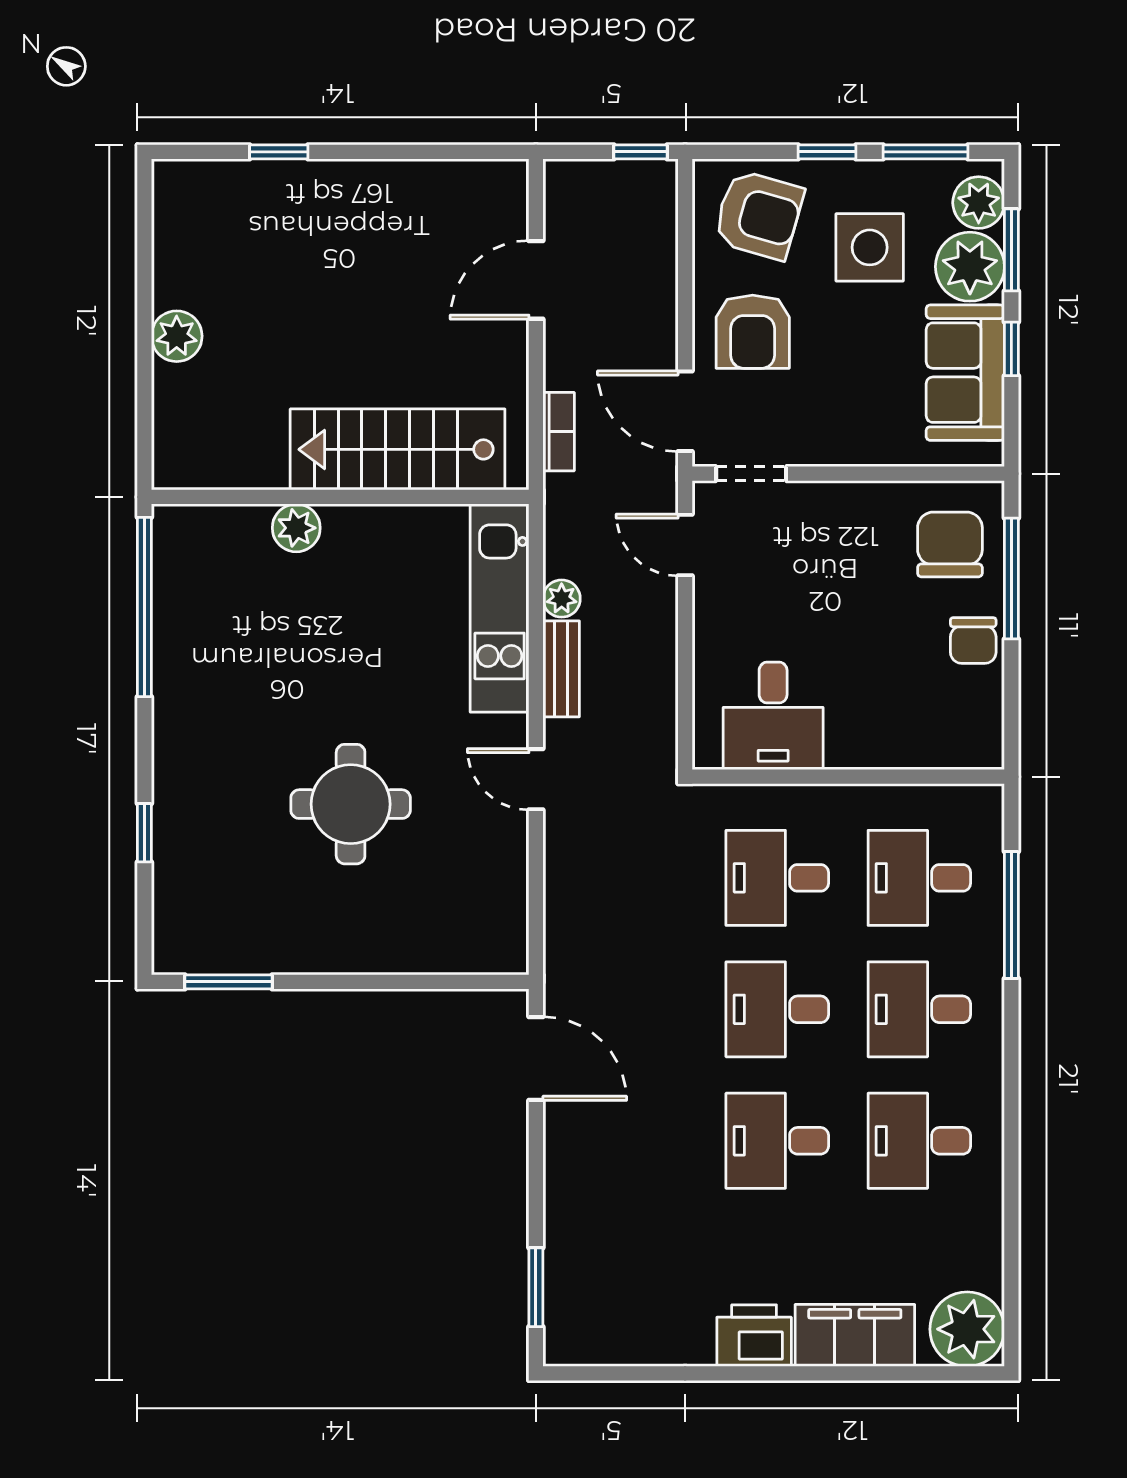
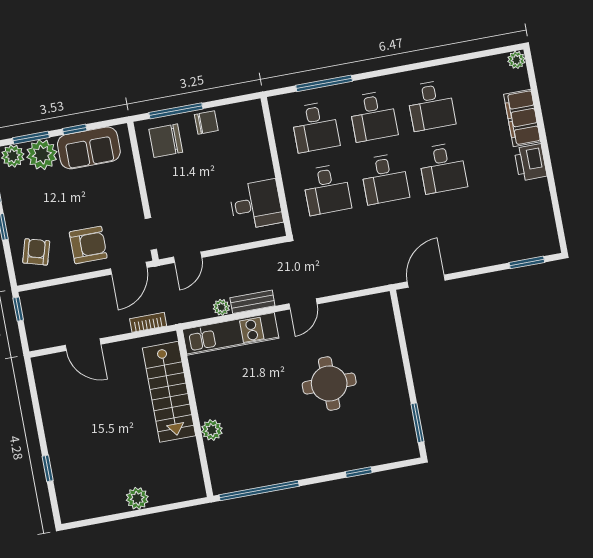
armchair: (759, 215) -> (36, 252), width x0.72, depth x0.72
side table: (870, 247) -> (42, 200), removed
plant: (967, 1329) -> (516, 60), width x0.53, depth x0.53

